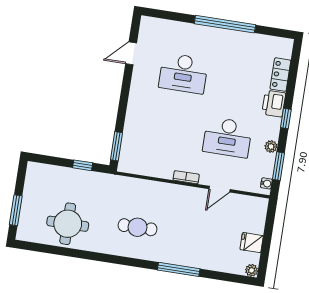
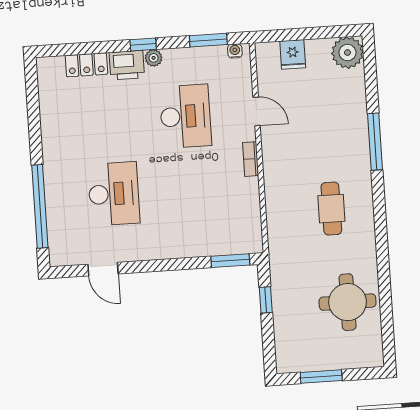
window: (225, 24) -> (40, 206), moved
plant: (271, 147) -> (154, 58), moved
window: (16, 210) -> (321, 377), moved
fridge: (252, 243) -> (293, 54), moved
plant: (252, 270) -> (347, 53), width x1.87, depth x1.87

